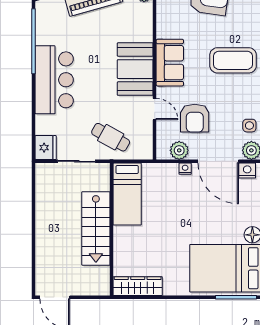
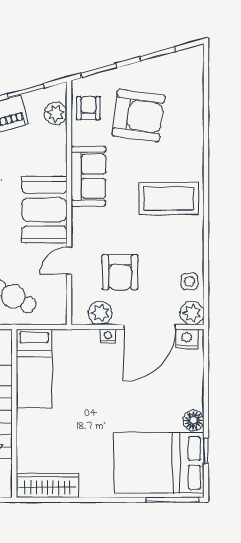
sofa: (170, 63) -> (88, 176), moved
door: (155, 109) -> (69, 261), swing flipped
door: (218, 161) -> (150, 327), hinge flipped

